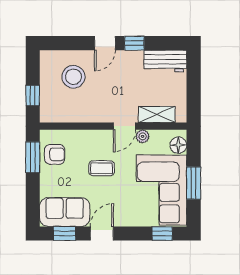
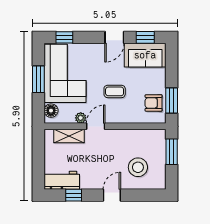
window: (134, 43) -> (74, 195), moved
window: (33, 96) -> (172, 152), width x1.50

